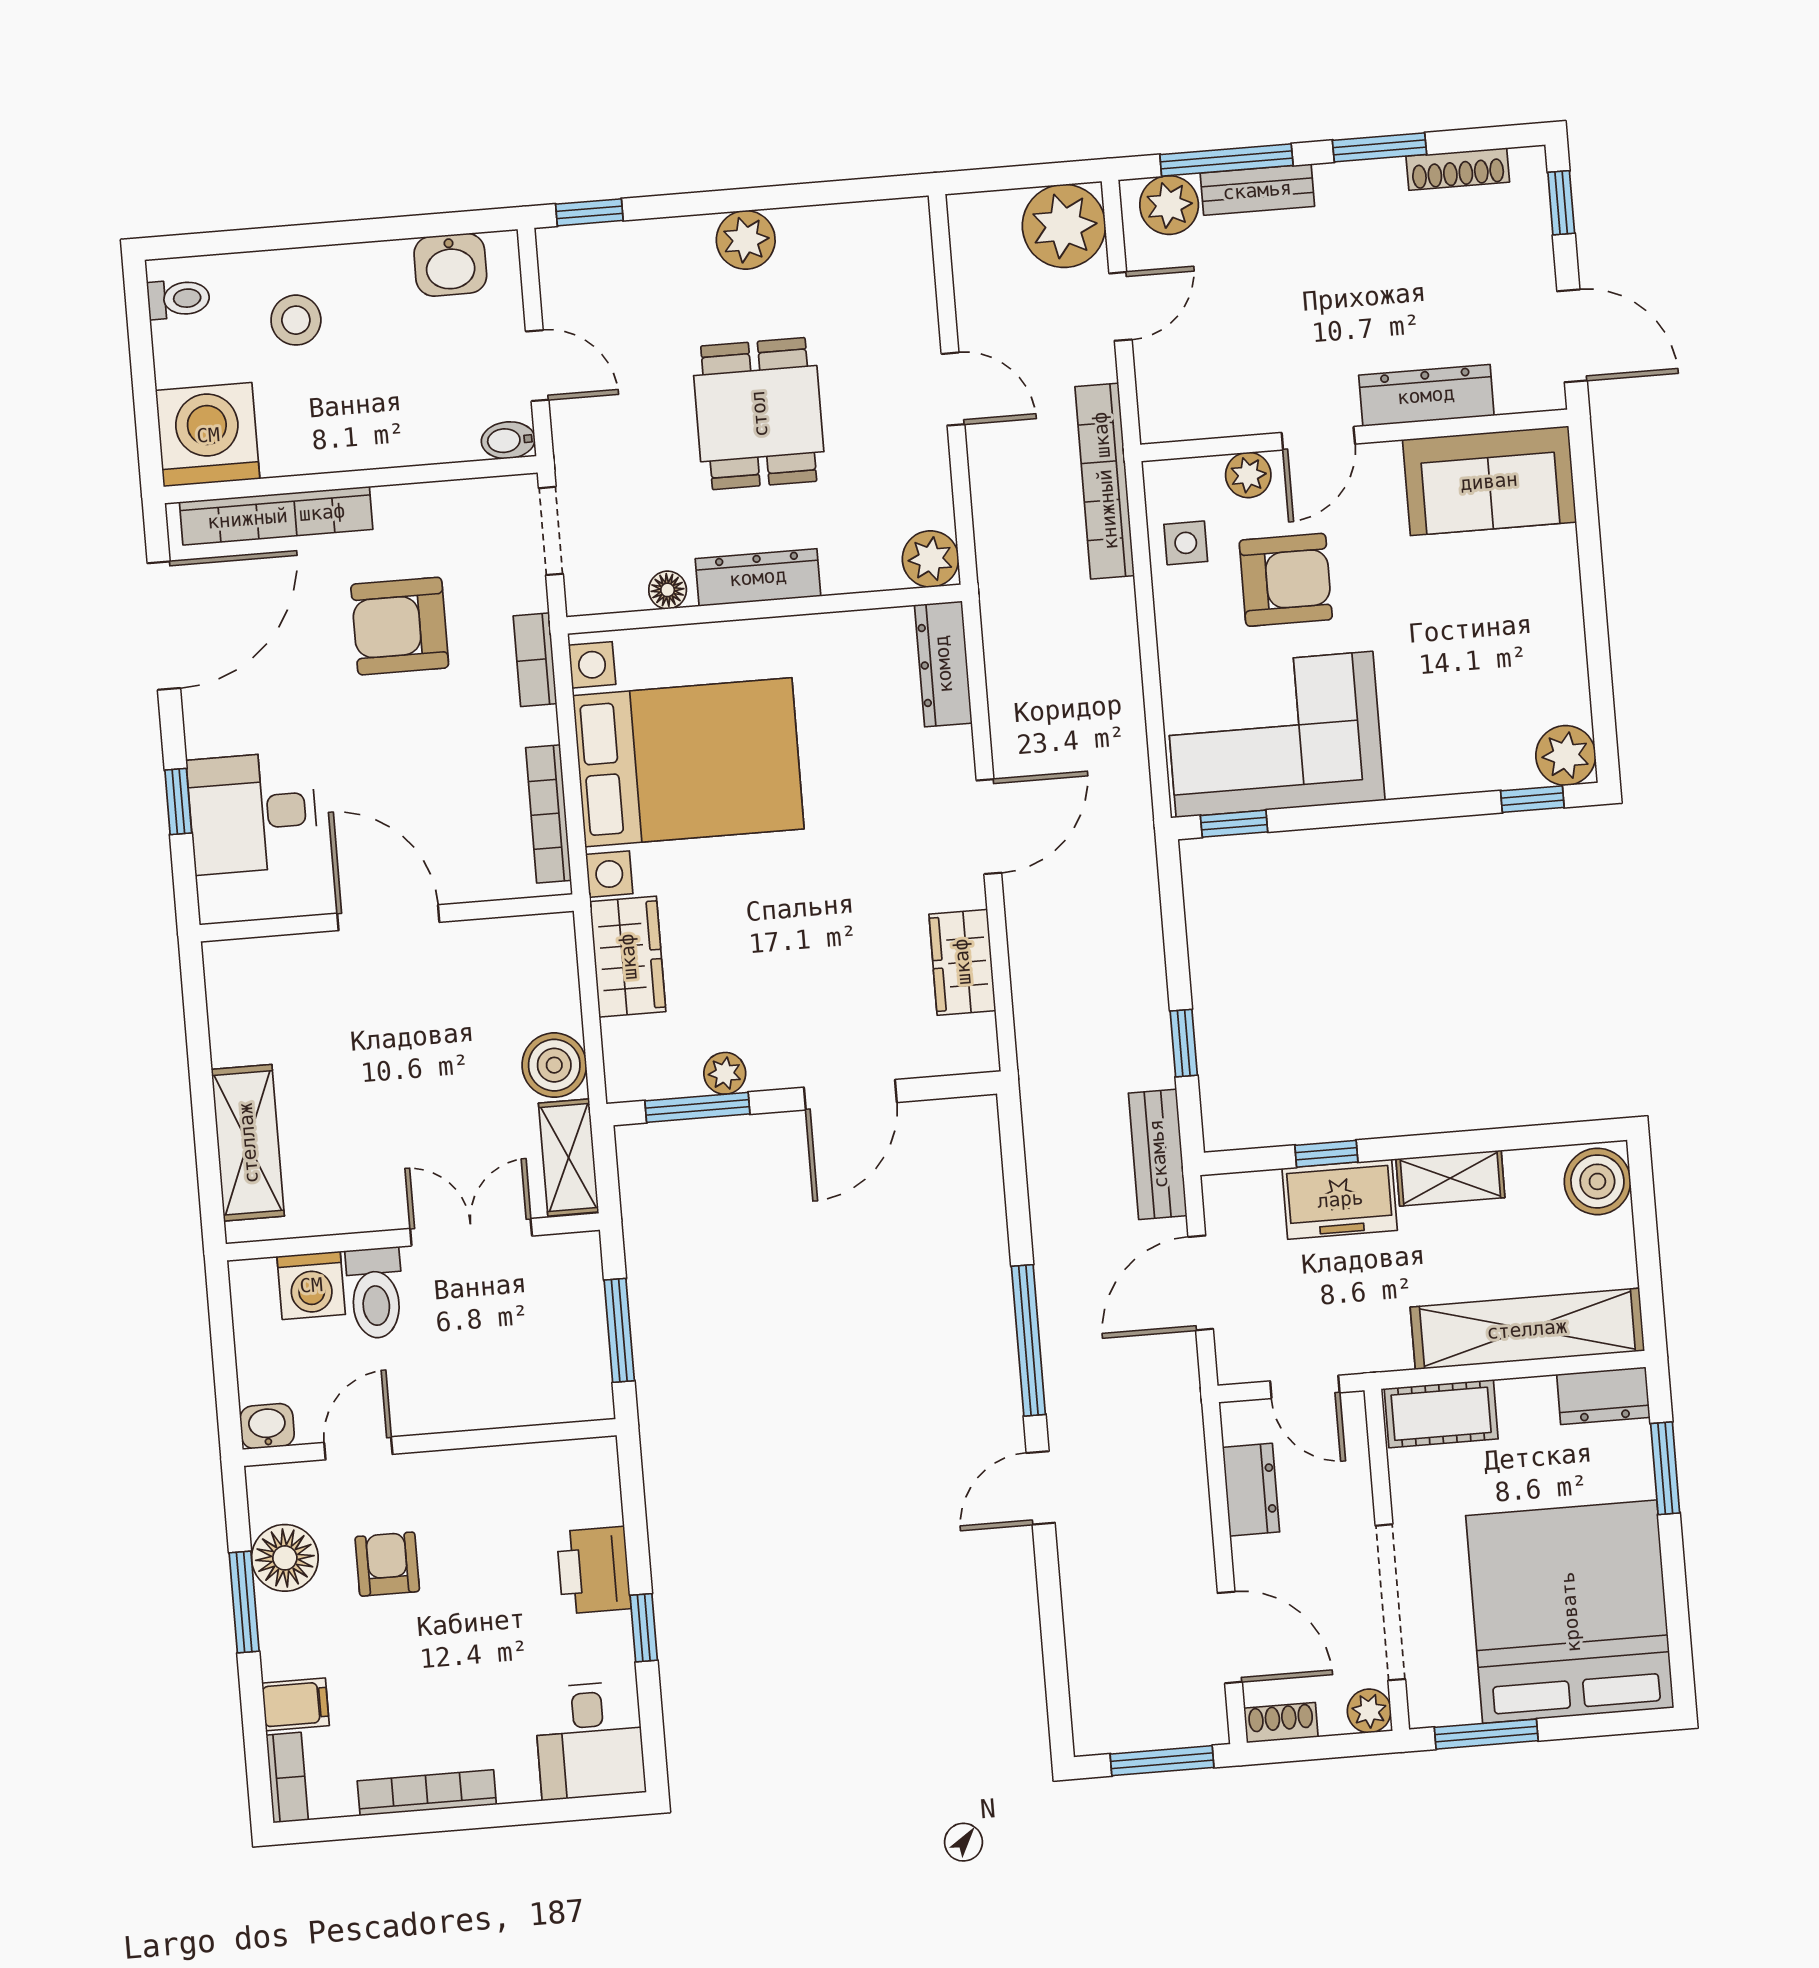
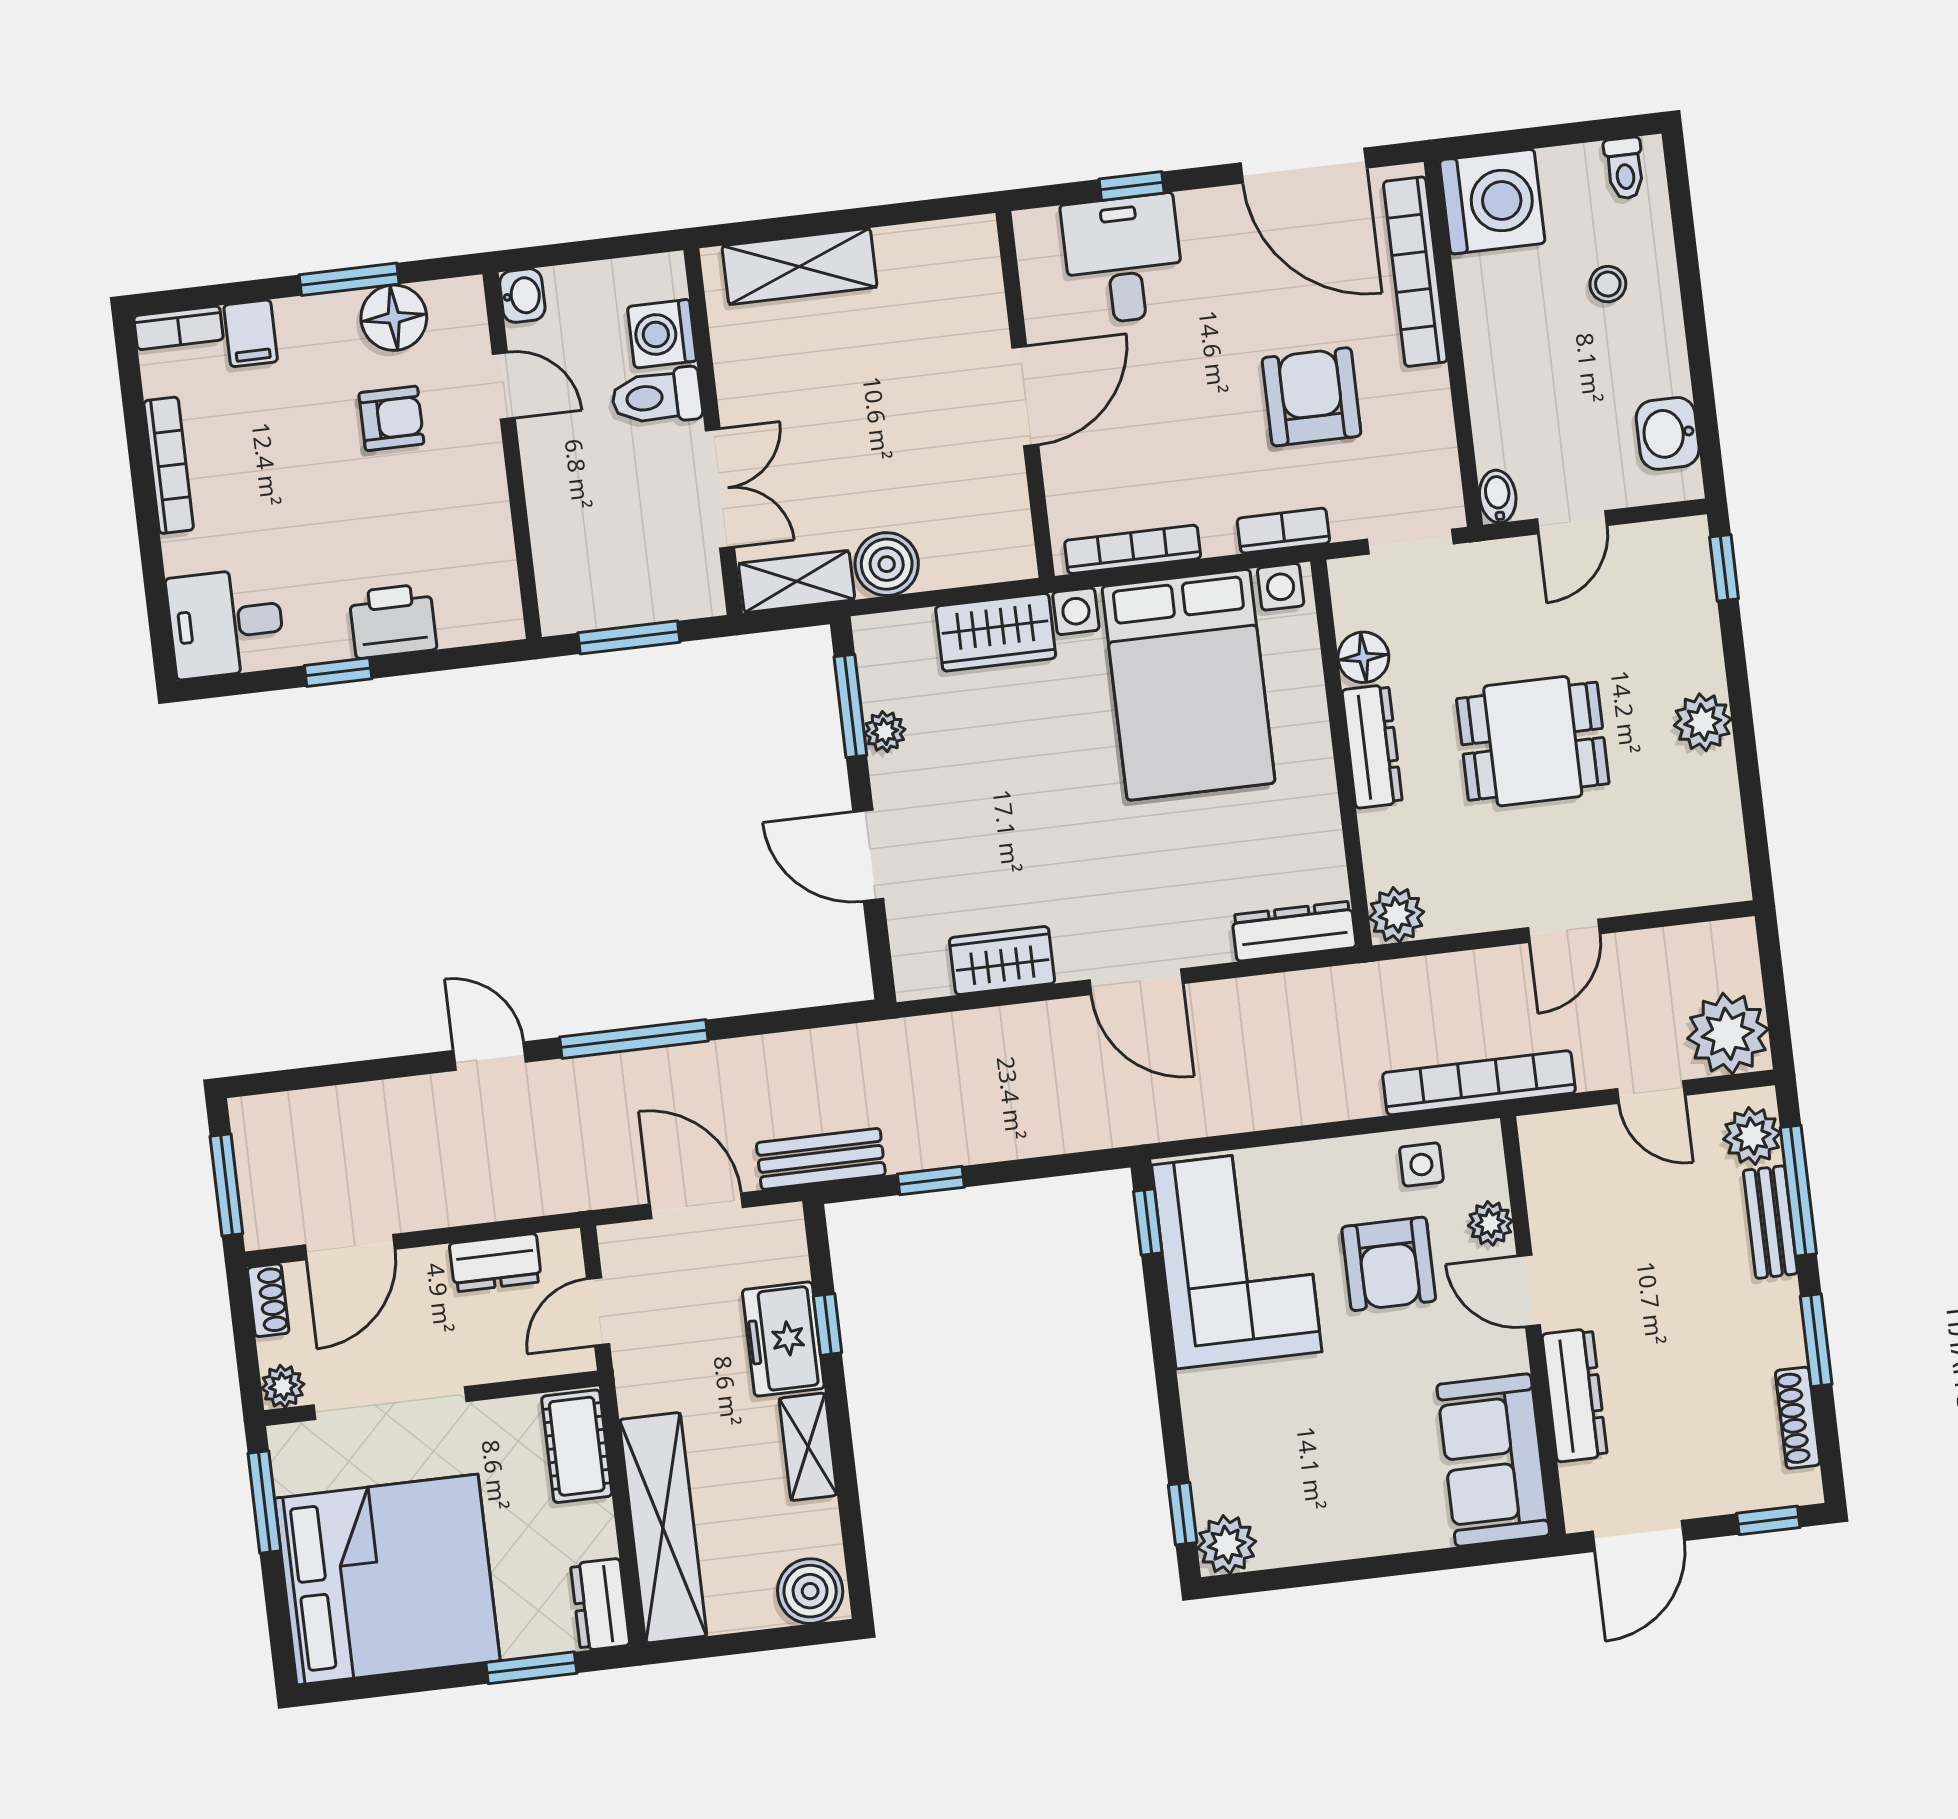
stool: (296, 320) -> (1608, 284), width x0.73, depth x0.73
floor lamp: (668, 590) -> (1363, 657), width x1.37, depth x1.37

